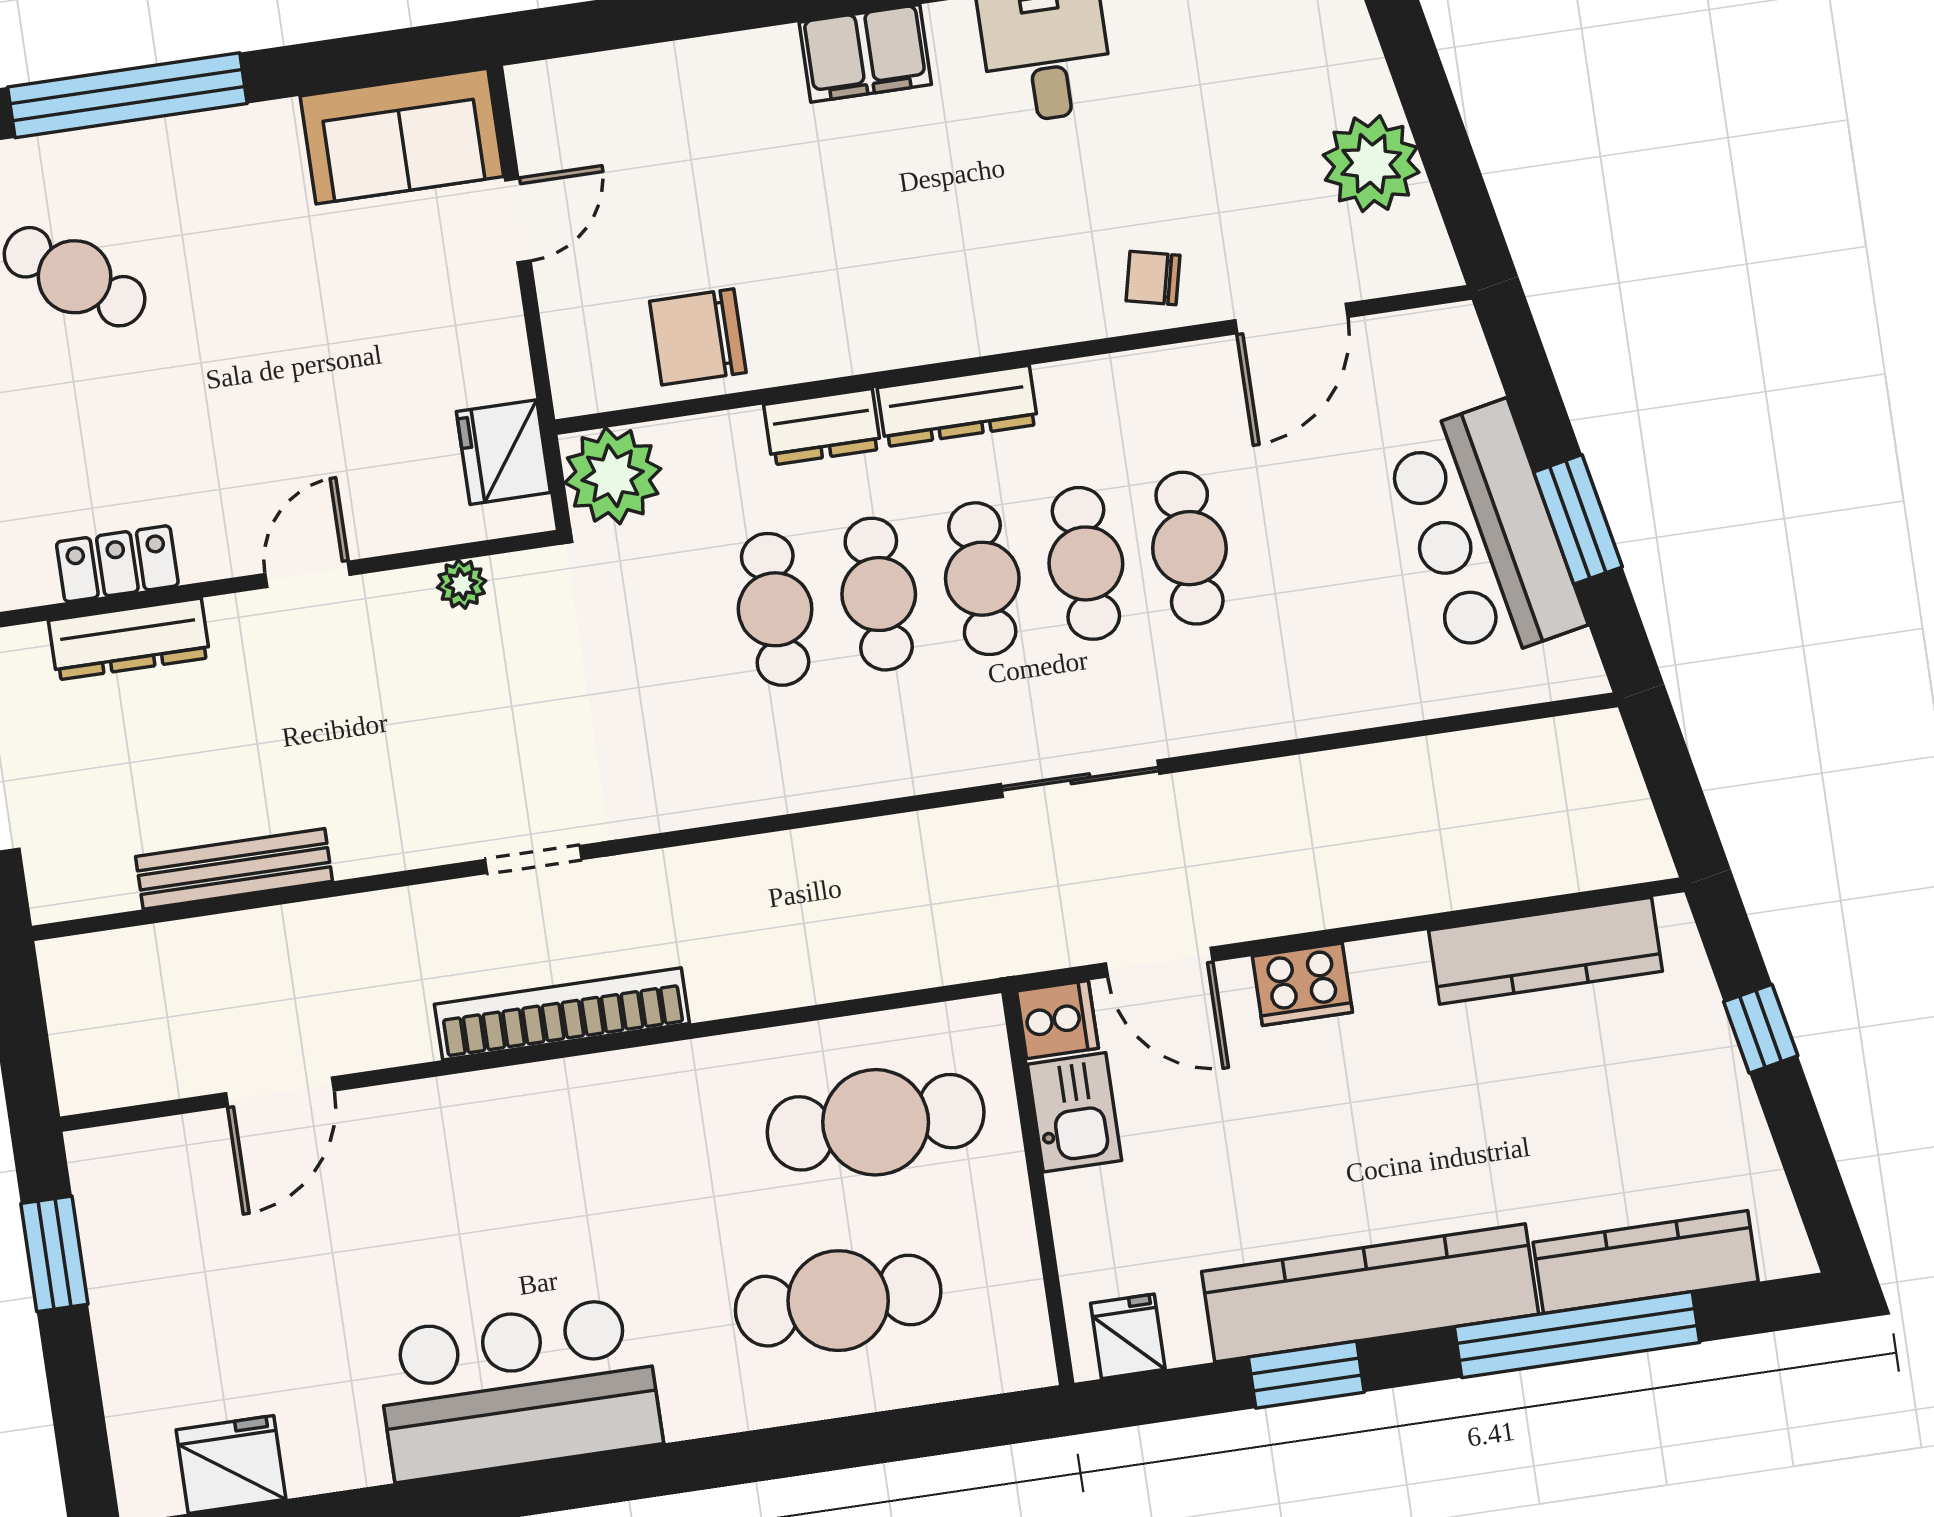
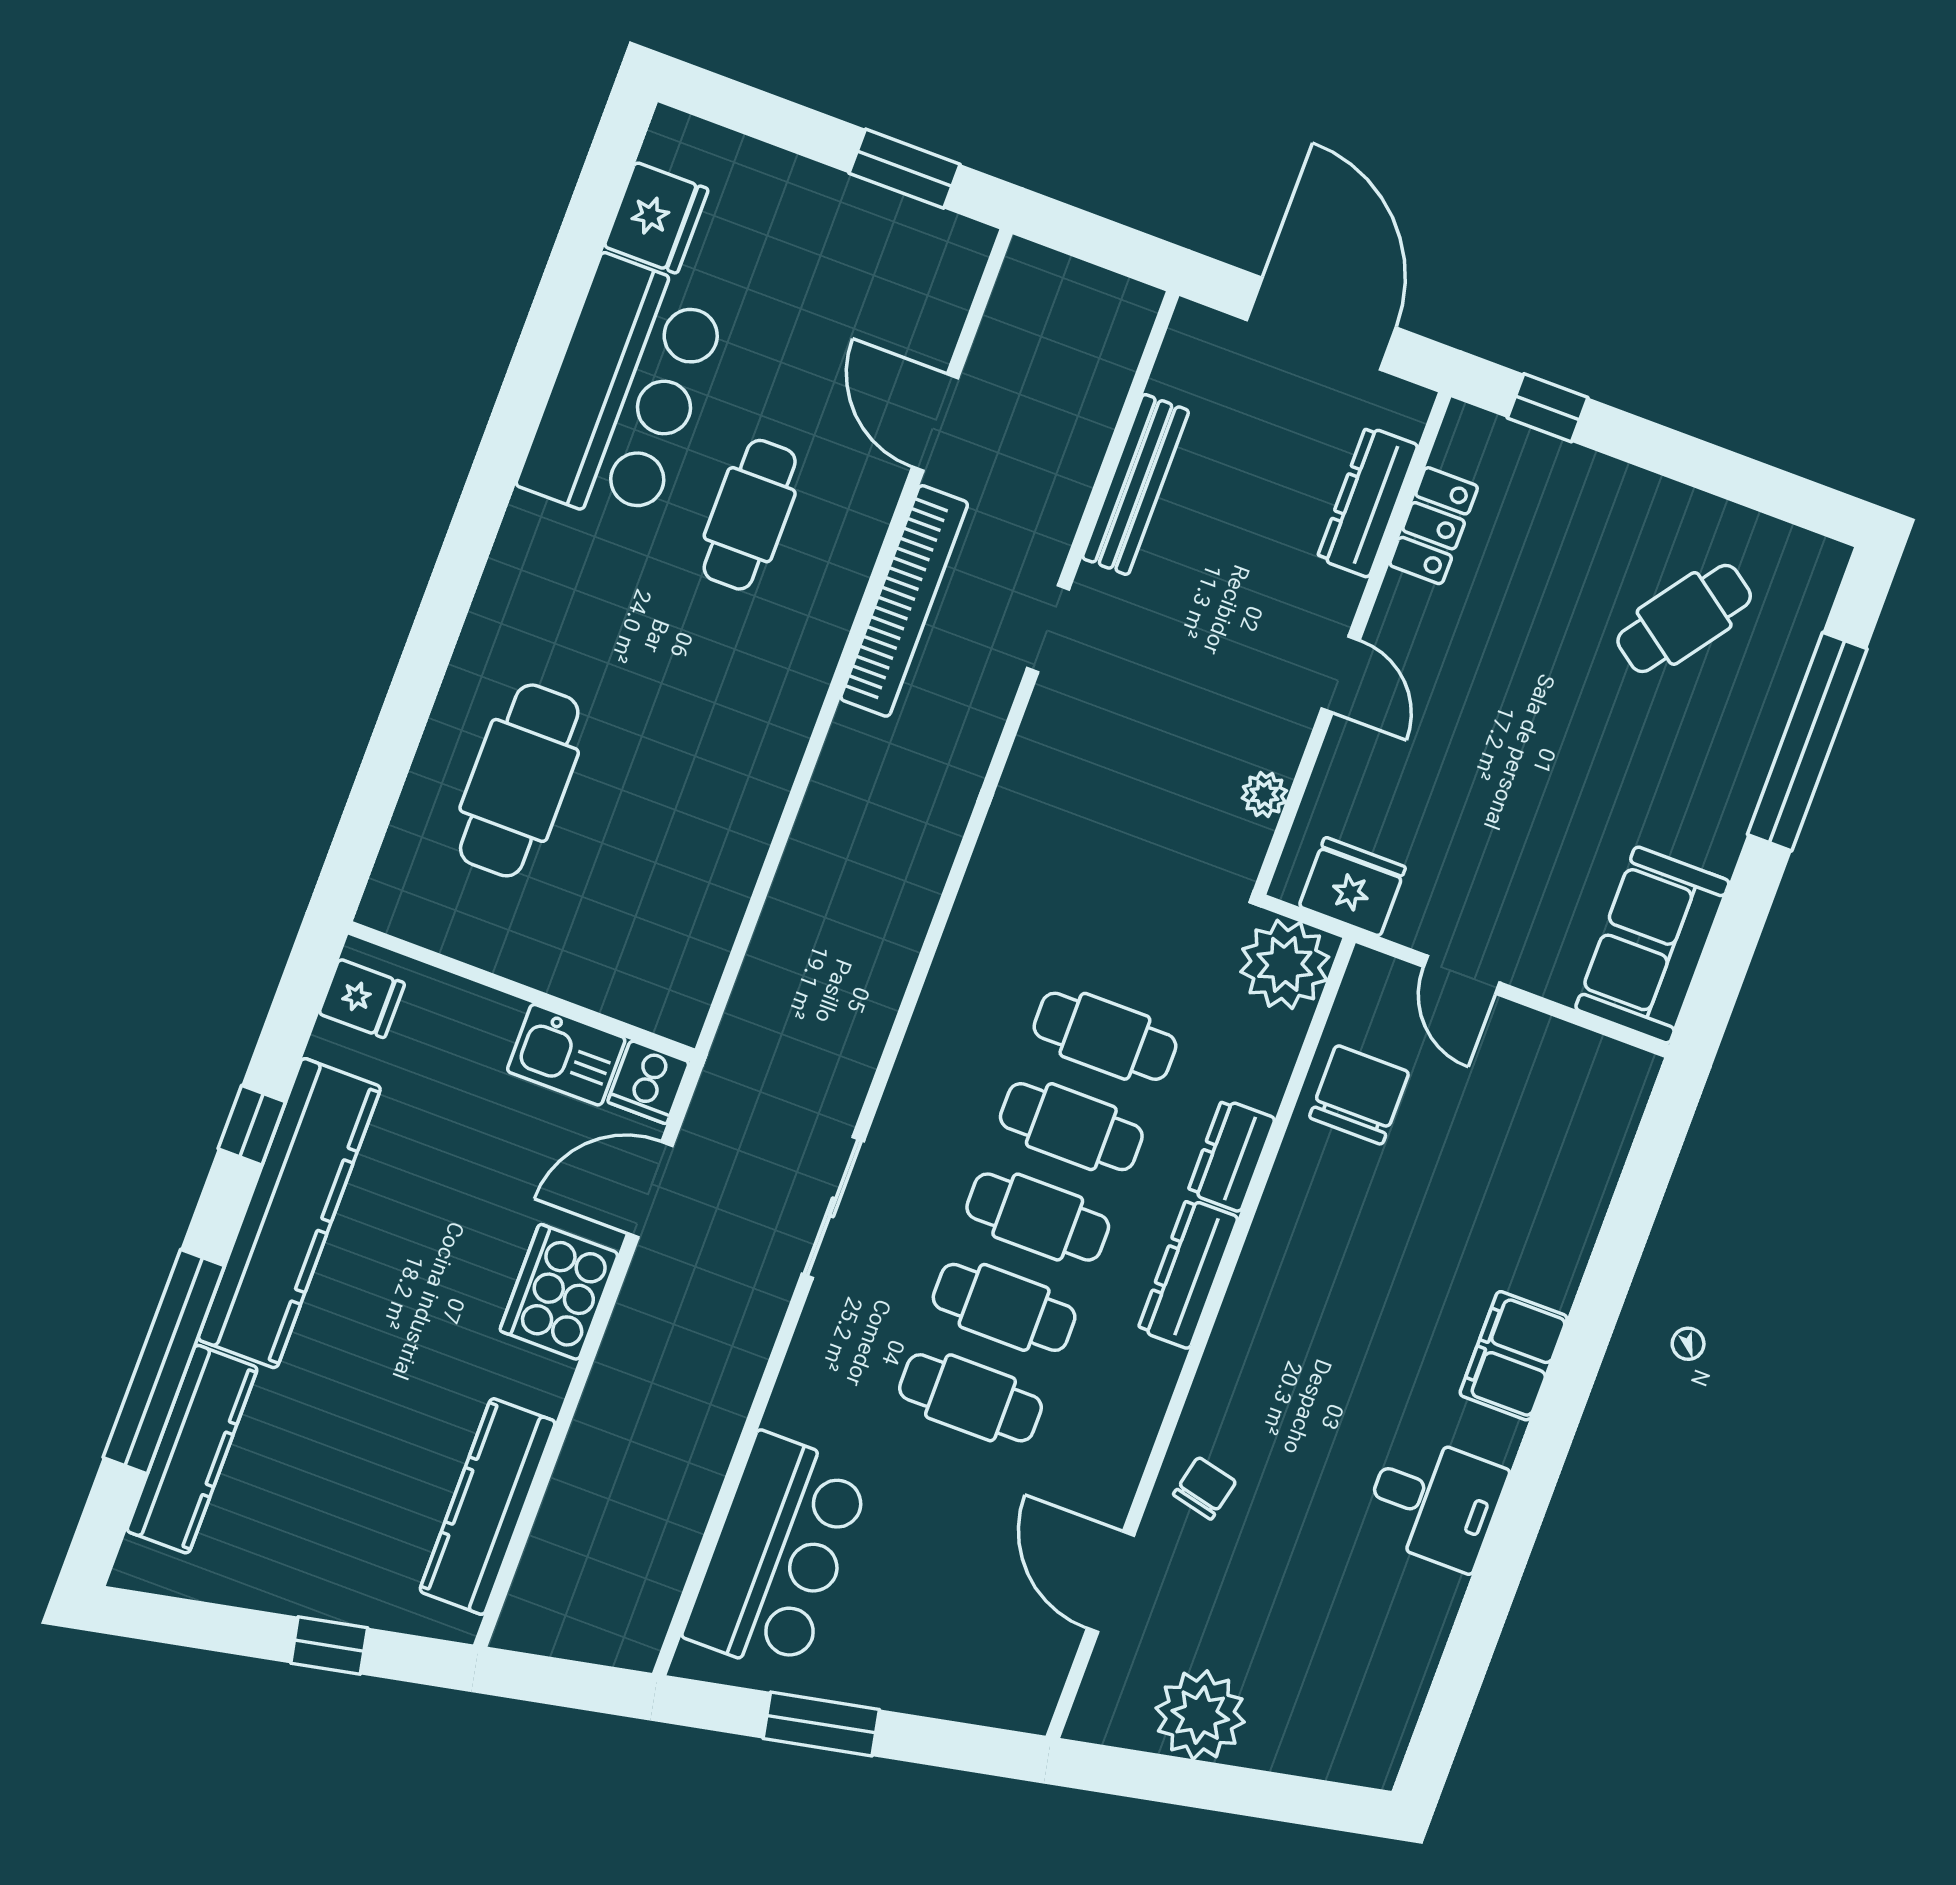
door: (518, 220) -> (1461, 975), moved
bar counter: (1484, 534) -> (777, 1554), moved, turned 101
doorway: (533, 860) -> (1048, 629), moved
cooker: (1302, 984) -> (559, 1292), width x1.37, depth x1.31
bookcase: (562, 1014) -> (904, 601), moved
cafe table: (876, 1122) -> (750, 515), moved, width x0.73, depth x0.74
window: (1306, 1375) -> (252, 1125), width x0.67
bar counter: (518, 1389) -> (624, 392), moved

